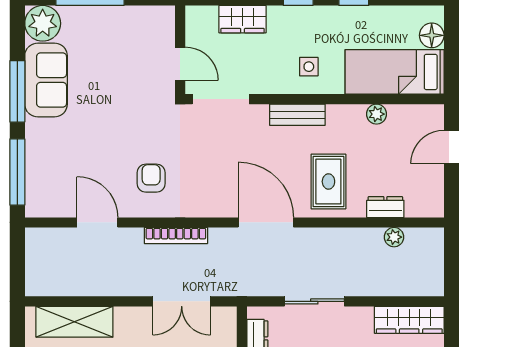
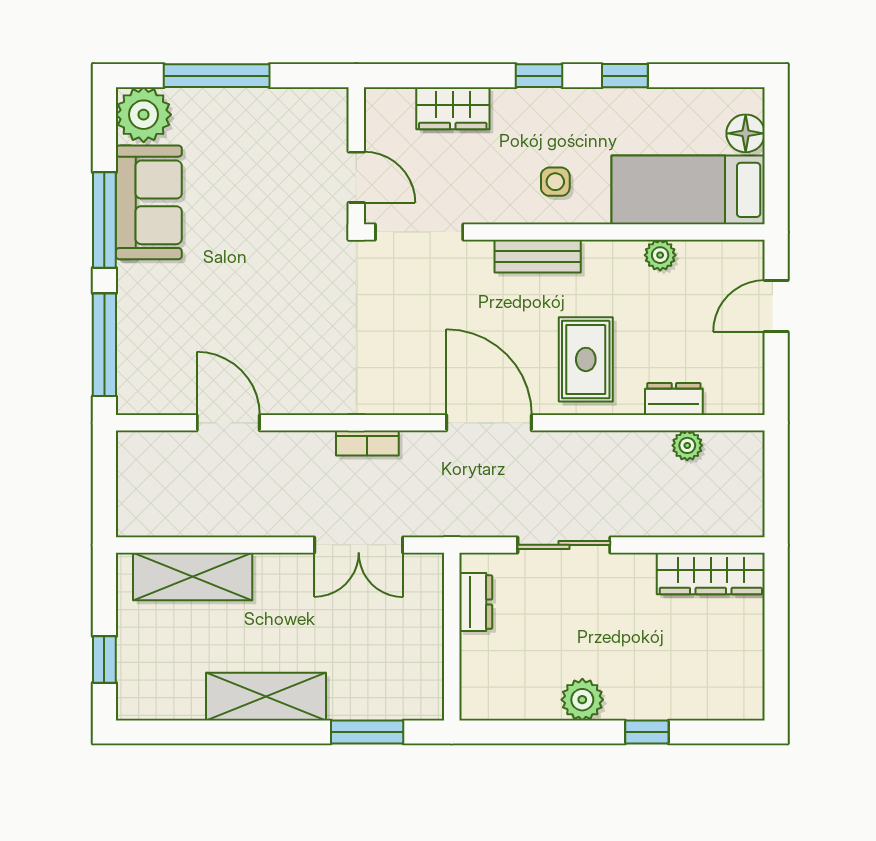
armchair: (151, 178) -> (311, 354), removed
bookcase: (176, 236) -> (367, 443), width x0.64

